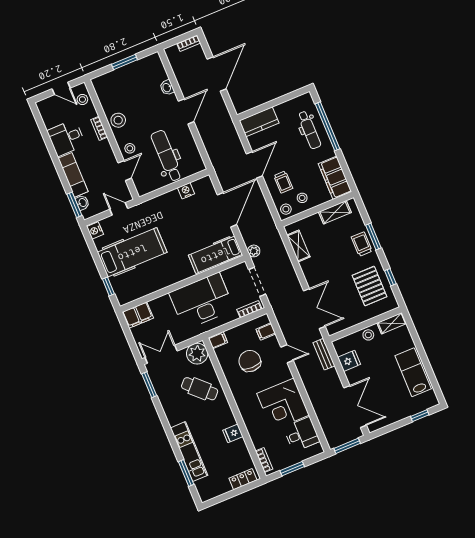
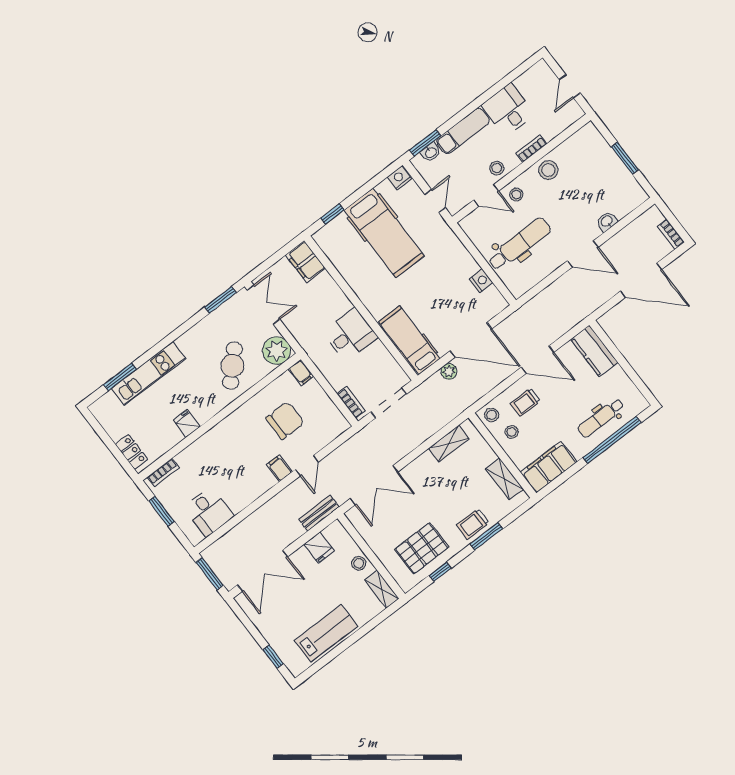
stool: (82, 99) -> (497, 168), moved
trolley: (362, 244) -> (473, 524), turned 180
plant: (254, 251) -> (449, 371), moved
desk: (202, 301) -> (350, 335), width x0.53, depth x0.77
filing cabinet: (266, 332) -> (279, 468), moved
corner desk: (283, 404) -> (241, 478), removed

